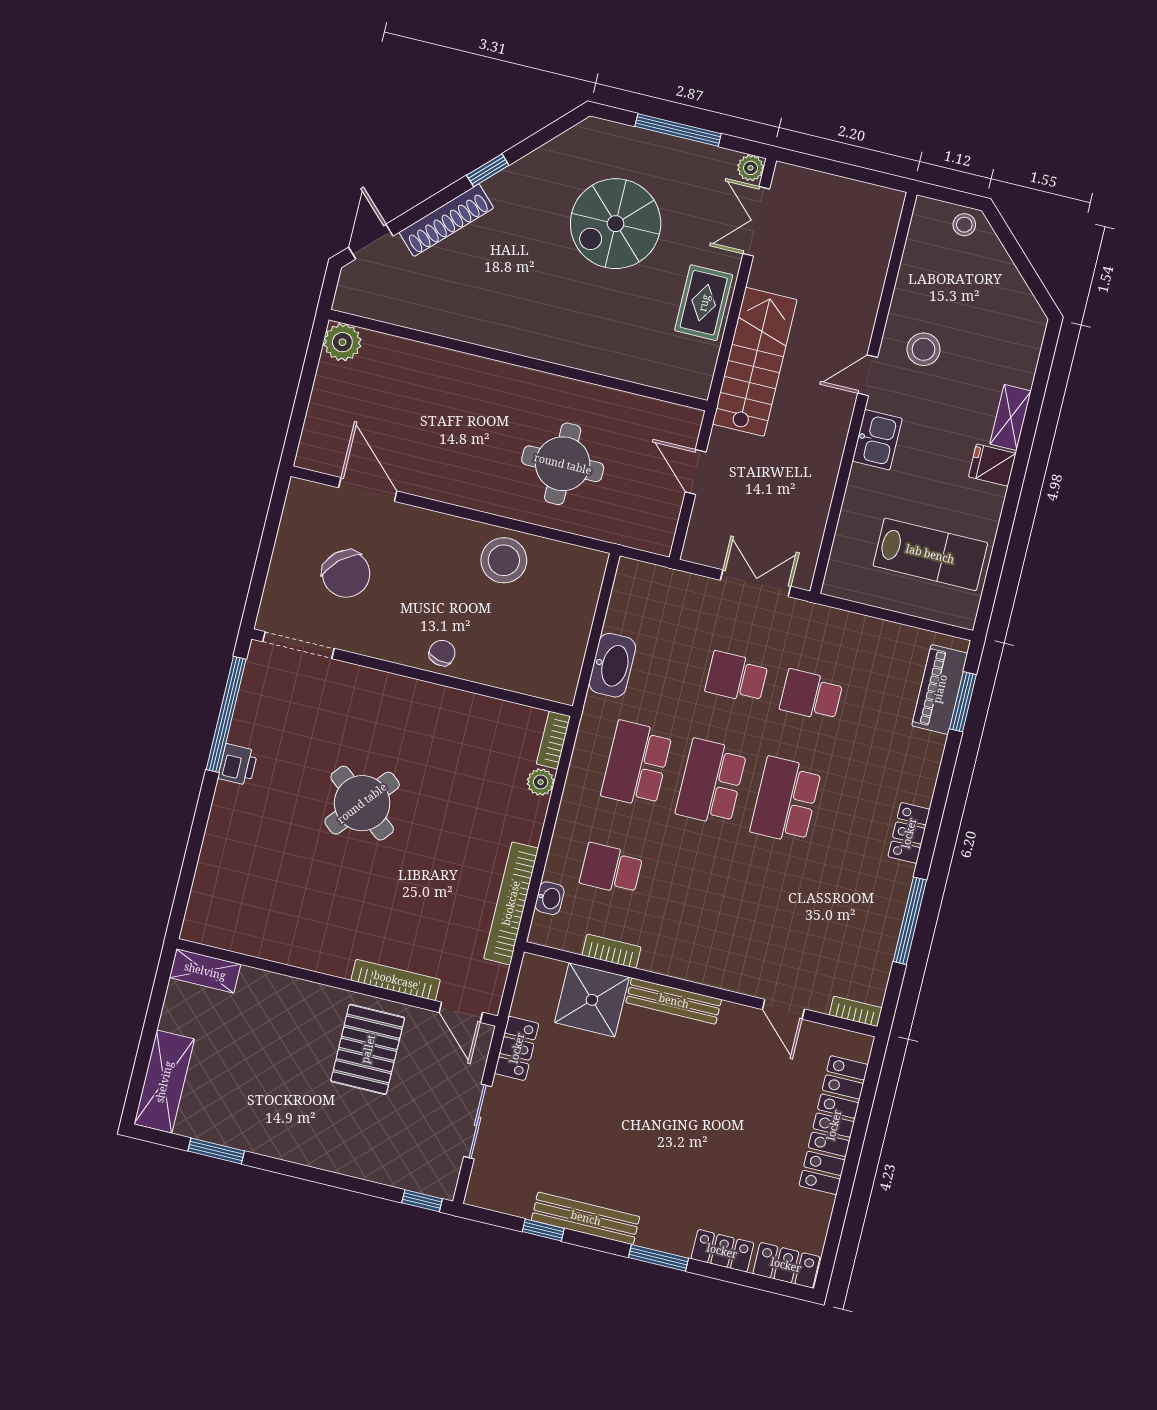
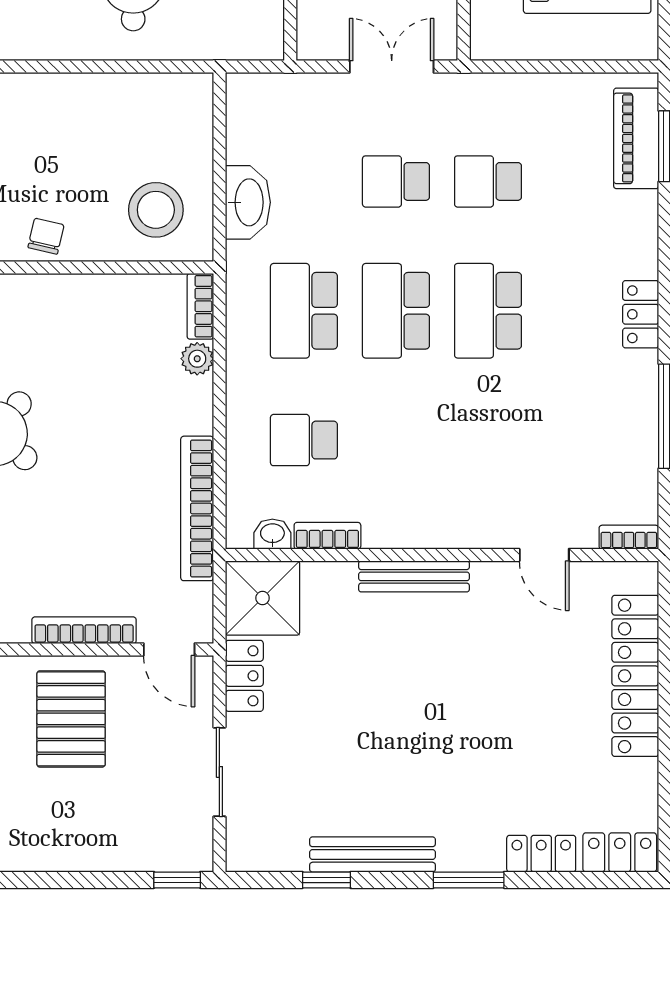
stool: (504, 560) -> (156, 210), moved
washbasin: (550, 898) -> (272, 534), moved, turned -90
shower: (592, 1000) -> (262, 598), moved

